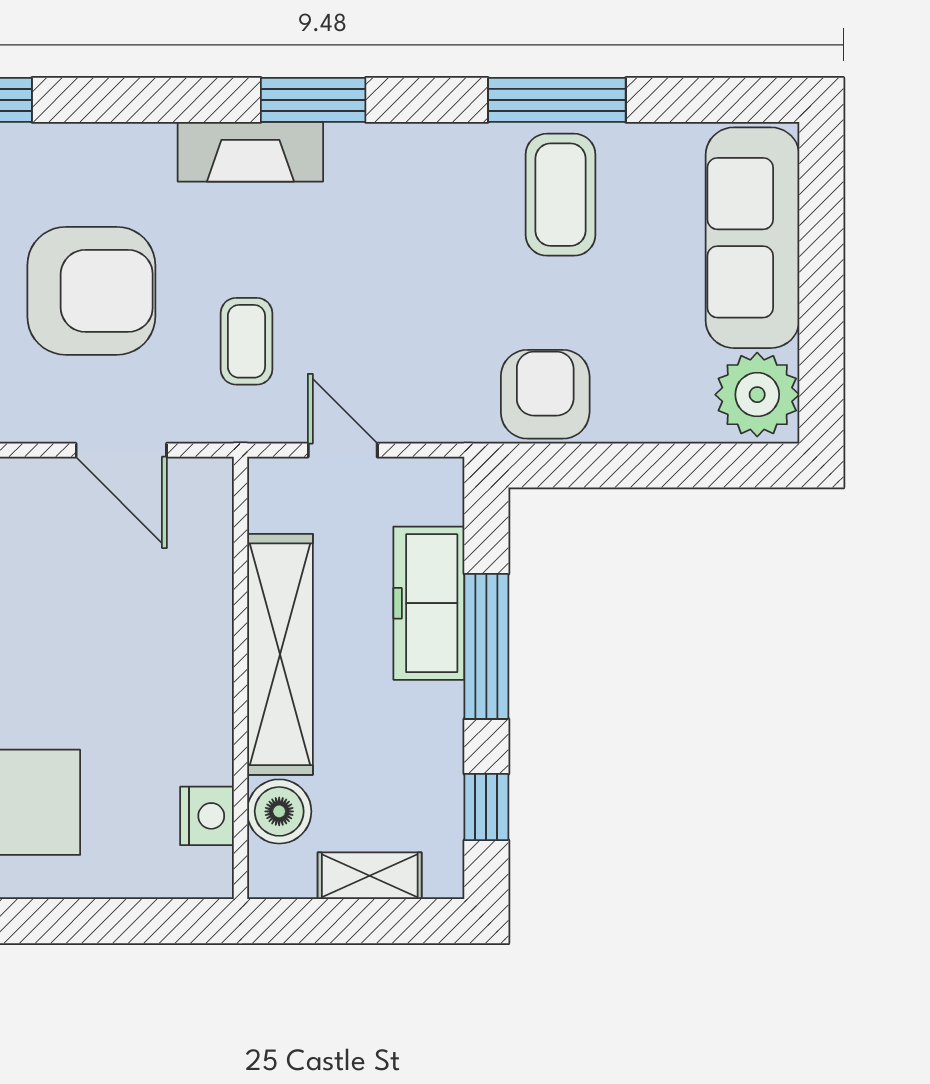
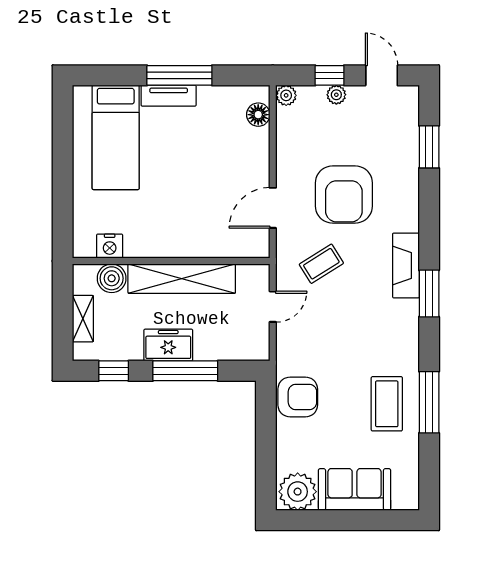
coffee table: (560, 195) -> (387, 404), turned 90
sofa: (752, 238) -> (355, 489), width x0.73
coffee table: (246, 341) -> (321, 264), turned -32
freezer: (429, 603) -> (168, 345), moved, width x0.71

